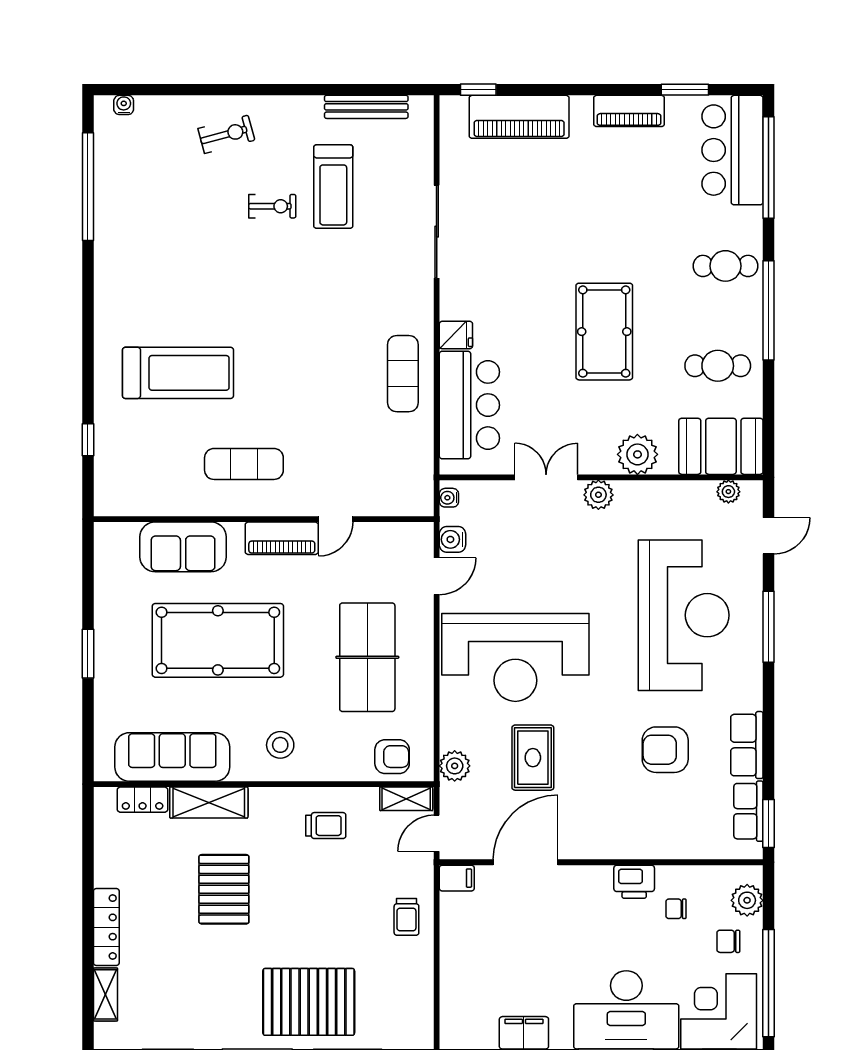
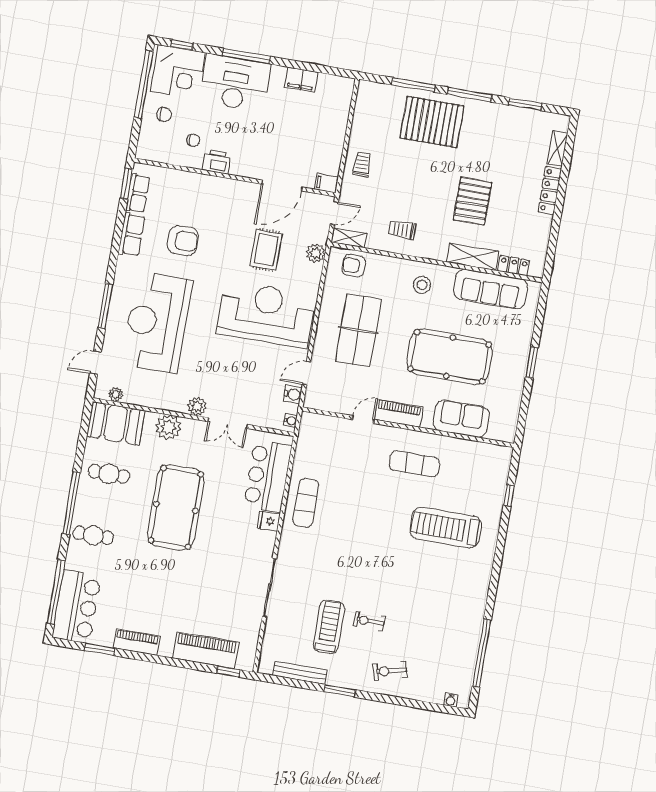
window: (300, 90) -> (340, 691), added
pool table: (604, 332) -> (176, 507), width x1.36, depth x1.32
plant: (747, 900) -> (148, 138), removed

